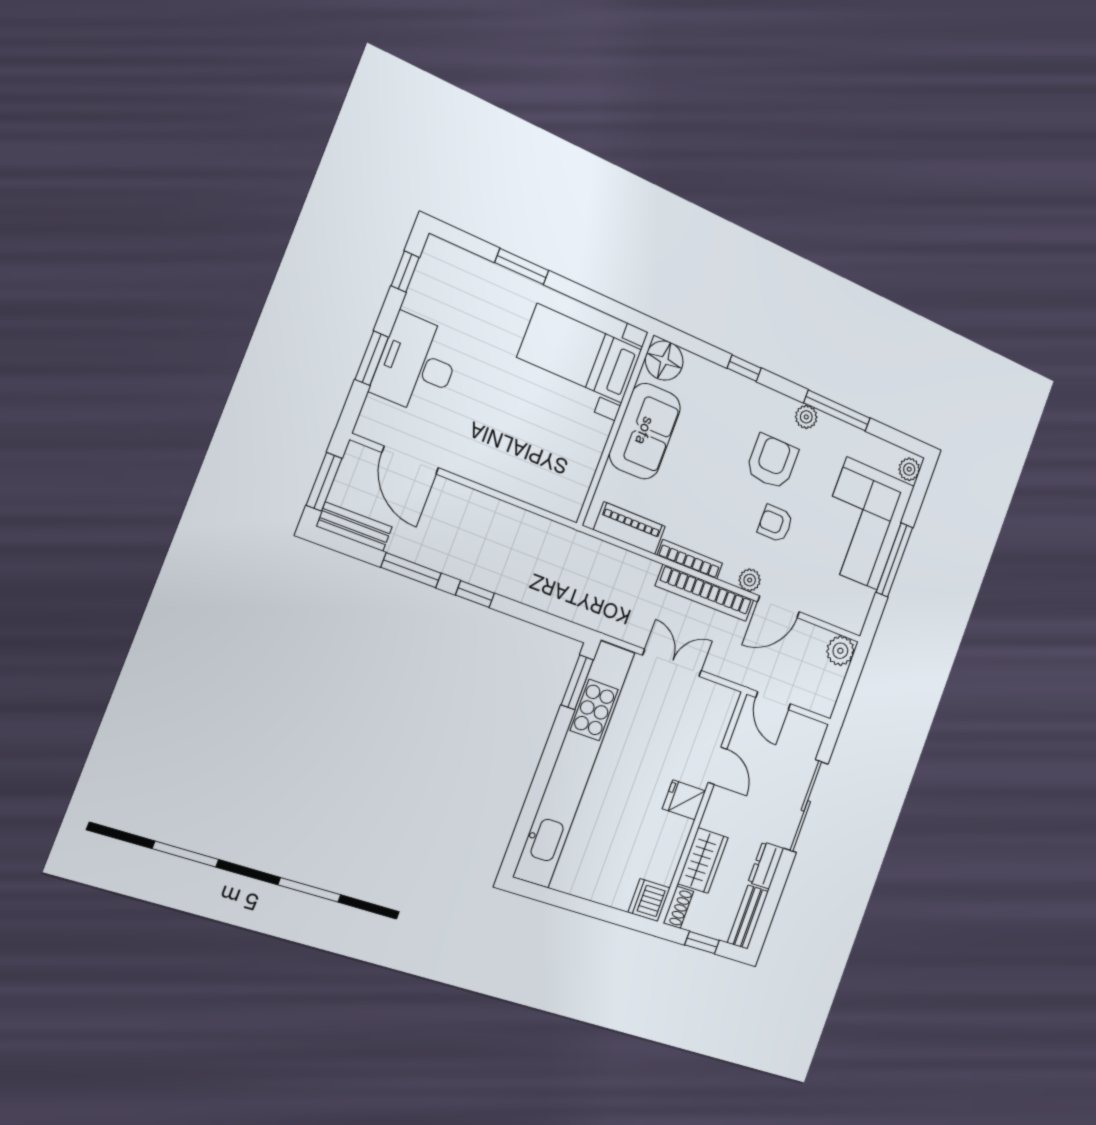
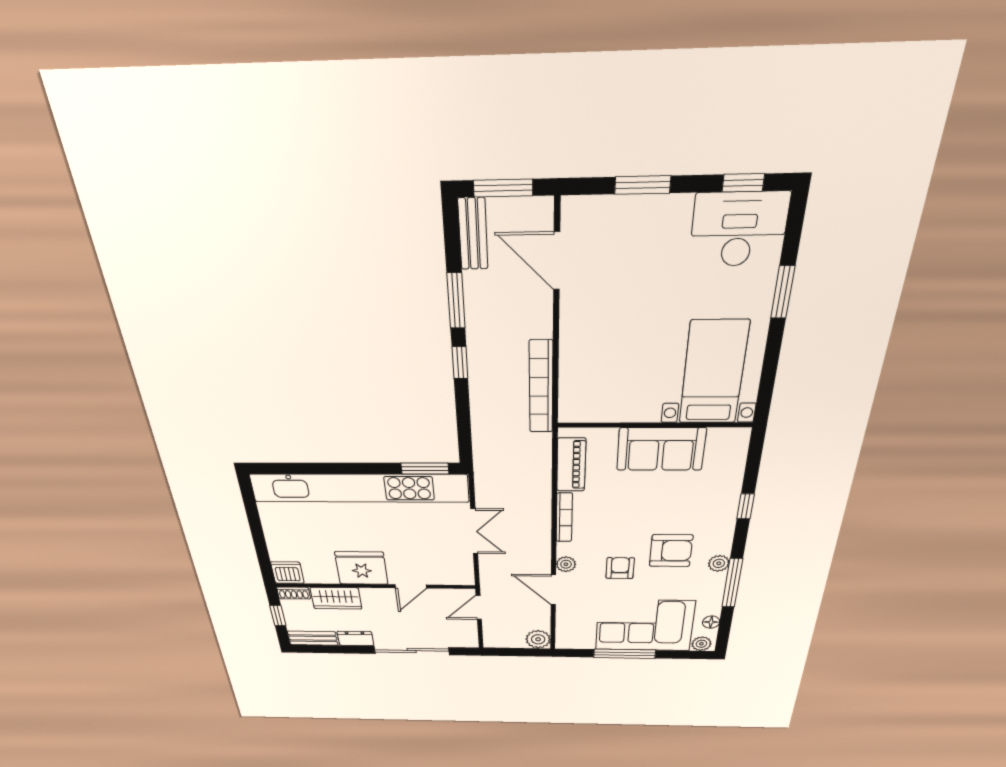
floor lamp: (664, 361) -> (711, 622), moved, width x0.53, depth x0.53
desk: (417, 364) -> (739, 229), moved
door: (410, 460) -> (557, 261), hinge flipped
bookcase: (705, 593) -> (541, 387), moved
fridge: (684, 800) -> (361, 568), width x1.88, depth x1.34

